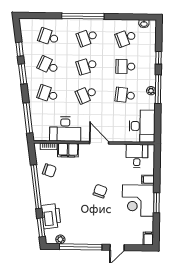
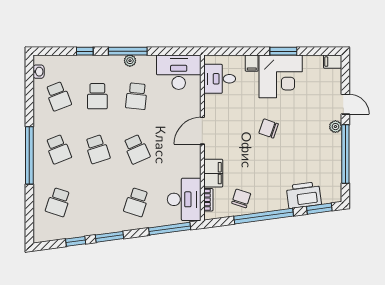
school desk: (48, 65) -> (97, 202), removed
desk: (65, 129) -> (184, 199), moved
plant: (60, 239) -> (335, 127), moved

